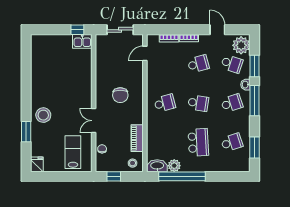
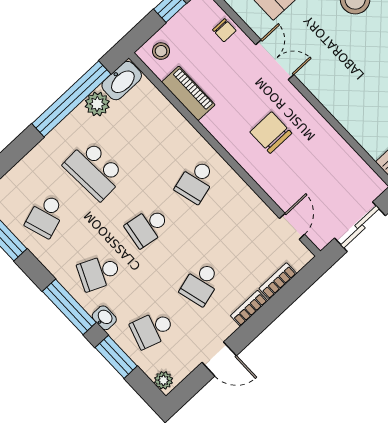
plant: (241, 45) -> (163, 380), width x0.53, depth x0.53
school desk: (232, 103) -> (99, 273), turned 42

